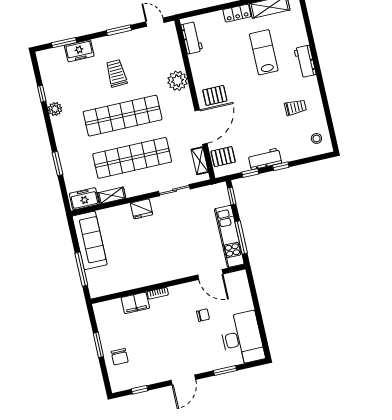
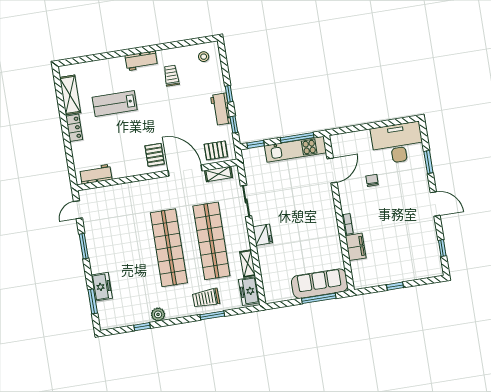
workbench: (305, 61) -> (141, 61), moved
trolley: (116, 73) -> (206, 298), moved
plant: (177, 81) -> (138, 191), removed
pallet: (223, 157) -> (216, 150), turned 90
sofa: (90, 240) -> (320, 284), moved
window: (98, 345) -> (395, 286), width x0.67
chair: (120, 357) -> (408, 266), removed

